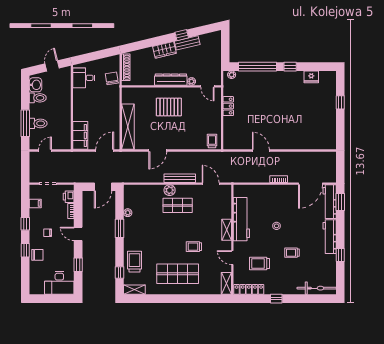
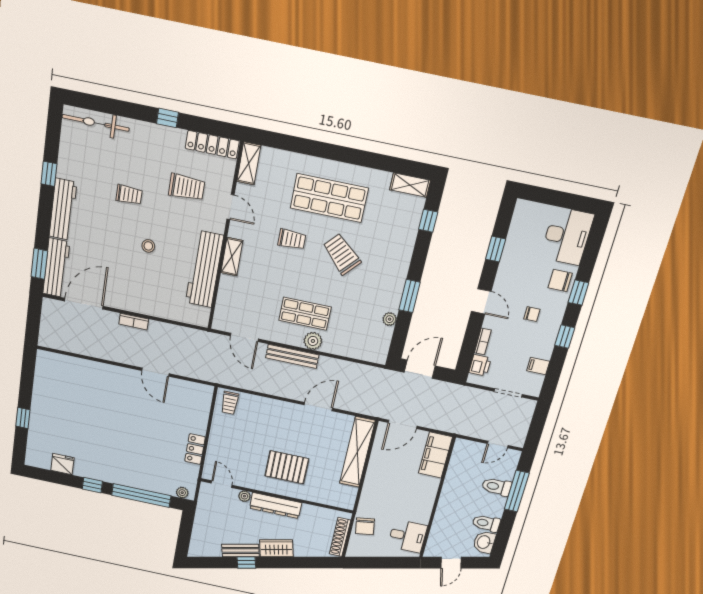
trolley: (134, 262) -> (342, 254), moved, turned 133
desk: (59, 283) -> (567, 236), moved, turned 90

